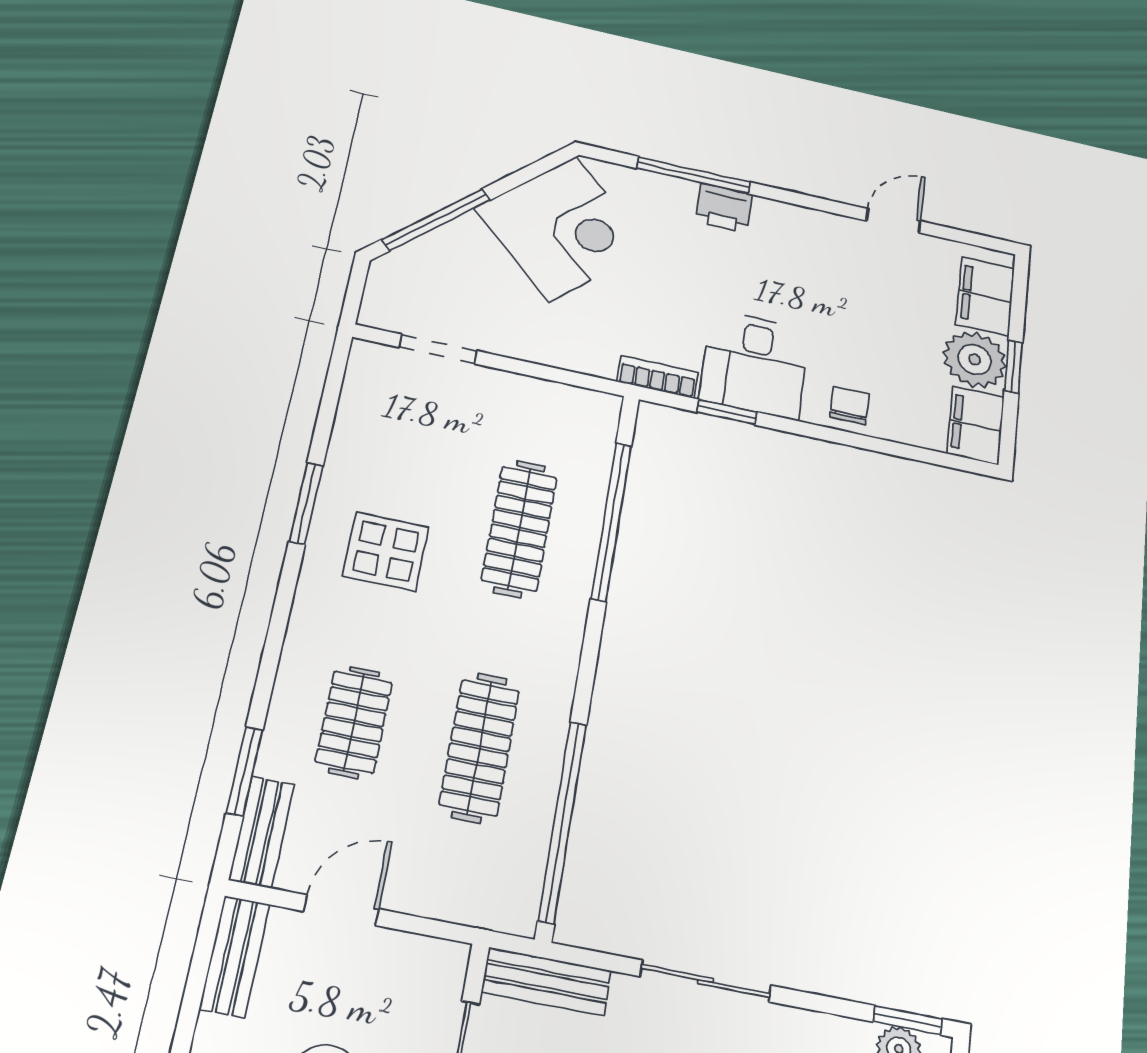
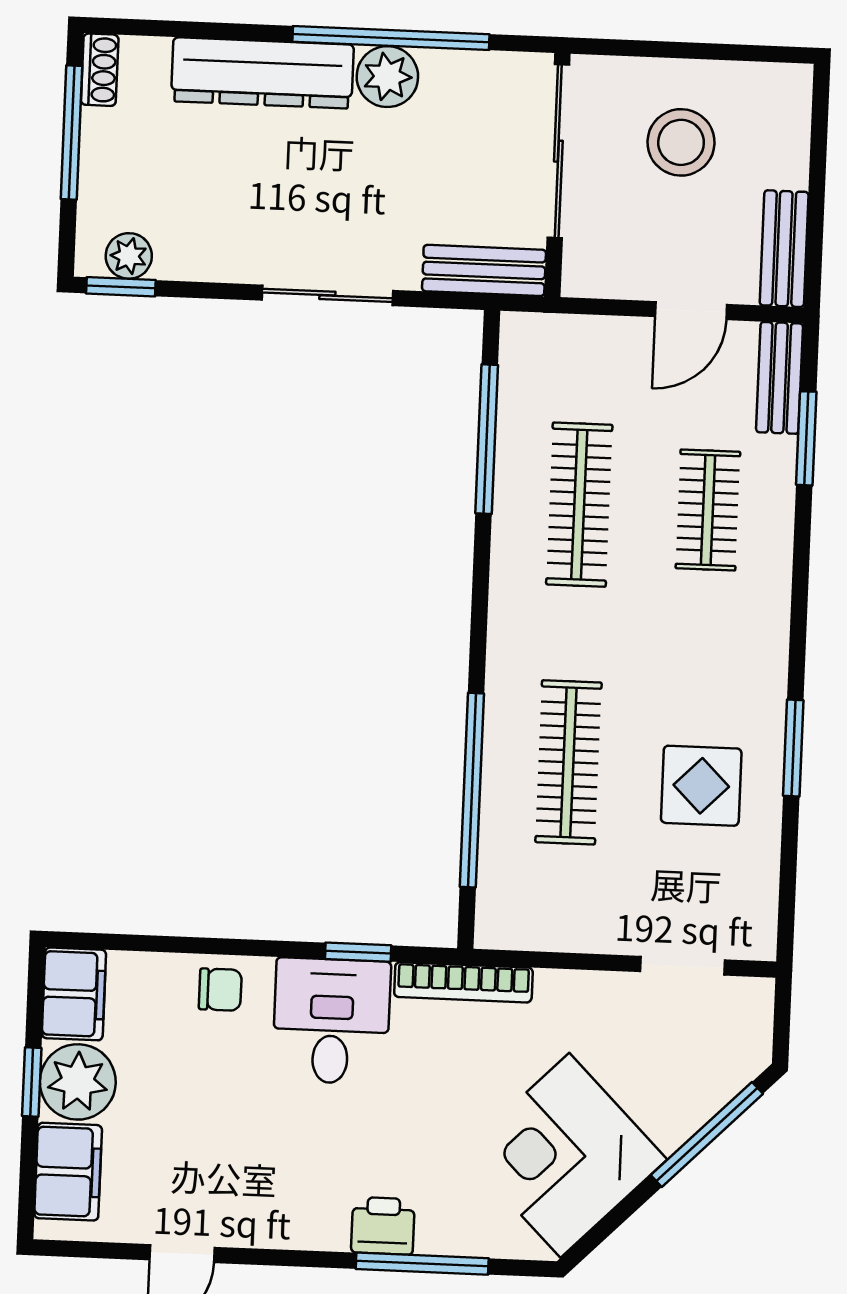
bookcase: (658, 377) -> (463, 982), width x1.56
chair: (849, 406) -> (220, 990), turned -90
display table: (386, 551) -> (701, 786), moved
window: (563, 821) -> (487, 439), width x0.68

